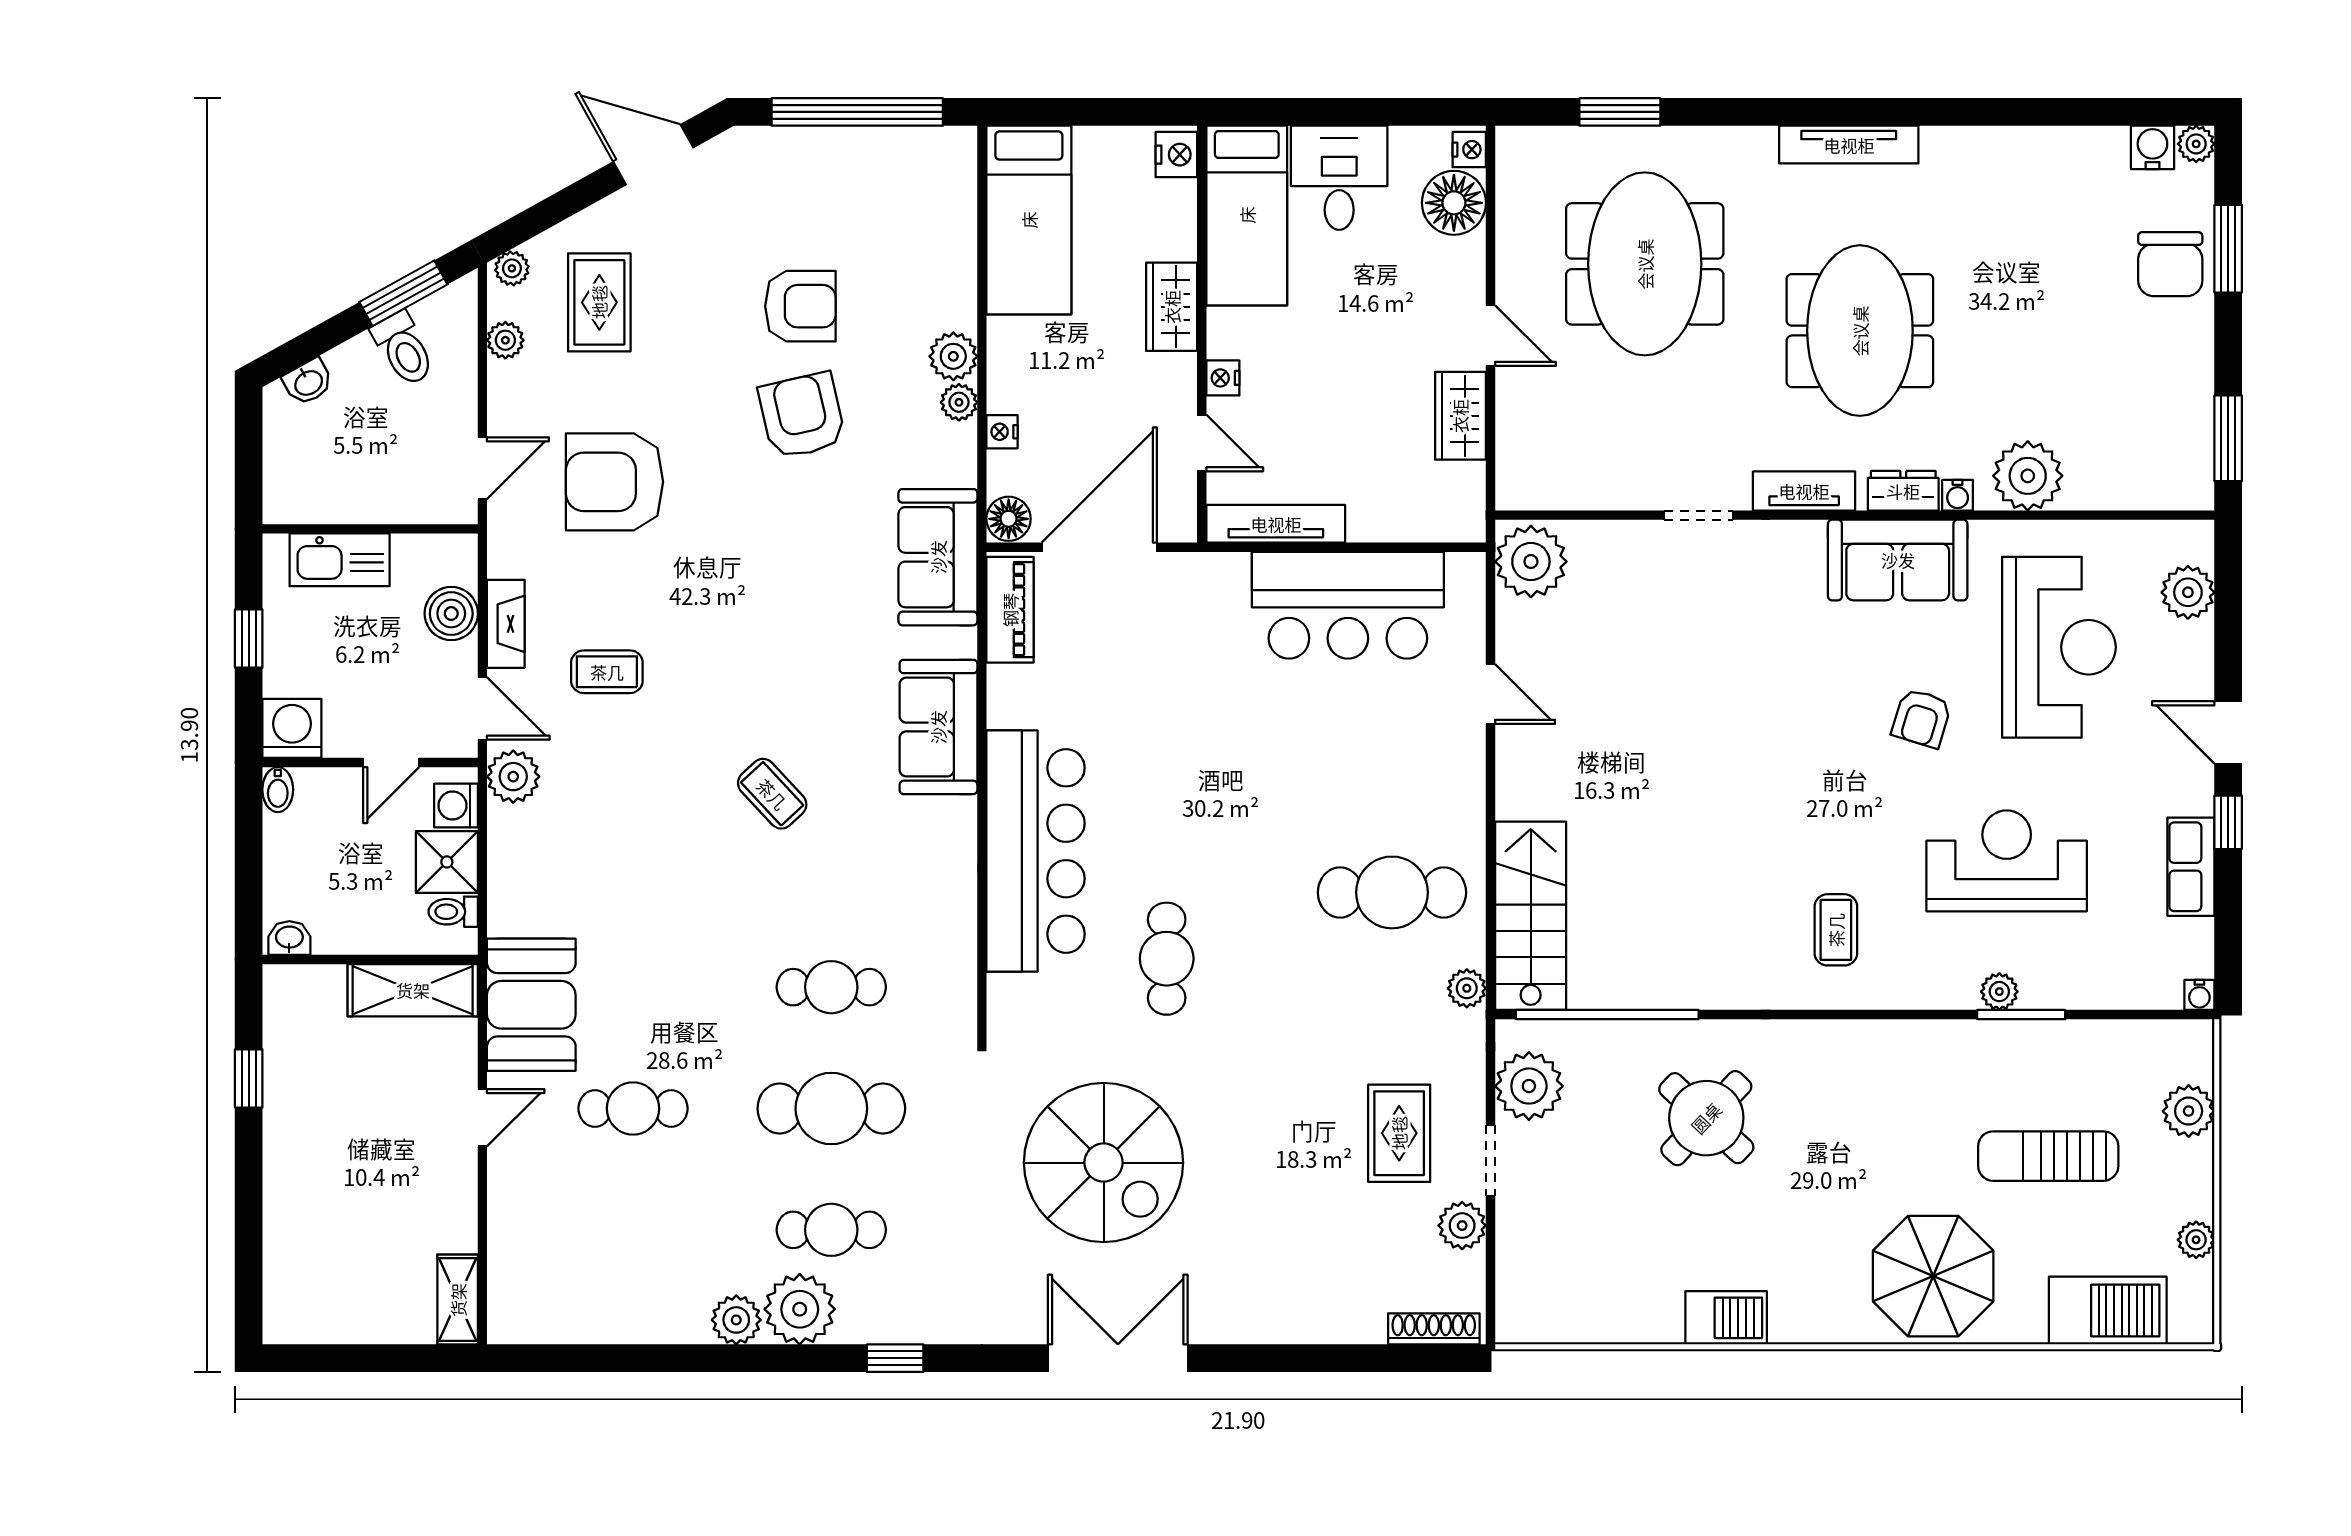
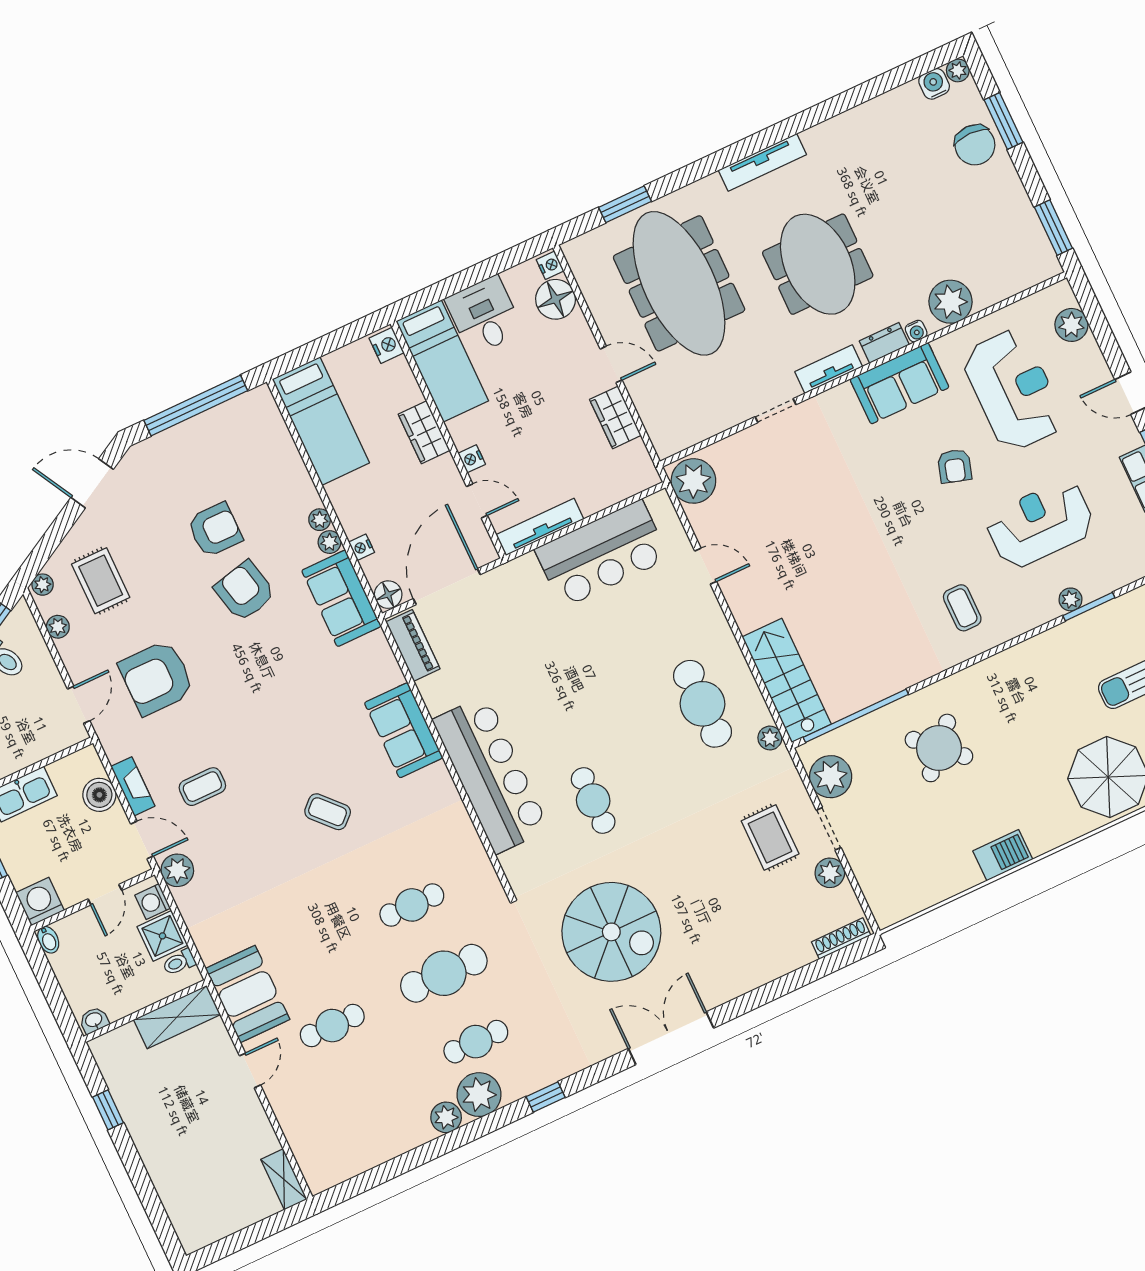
meeting table: (1645, 264) -> (679, 283), width x1.36
plant: (953, 356) -> (320, 520), width x0.73, depth x0.73
sofa: (938, 557) -> (341, 598), moved
cafe table: (1392, 892) -> (702, 704), turned 90

